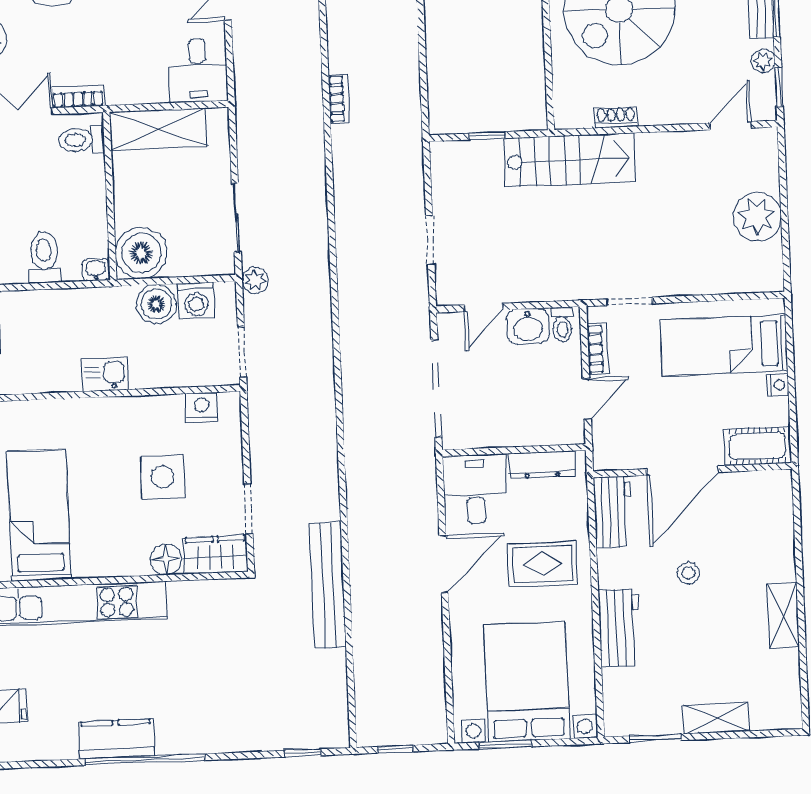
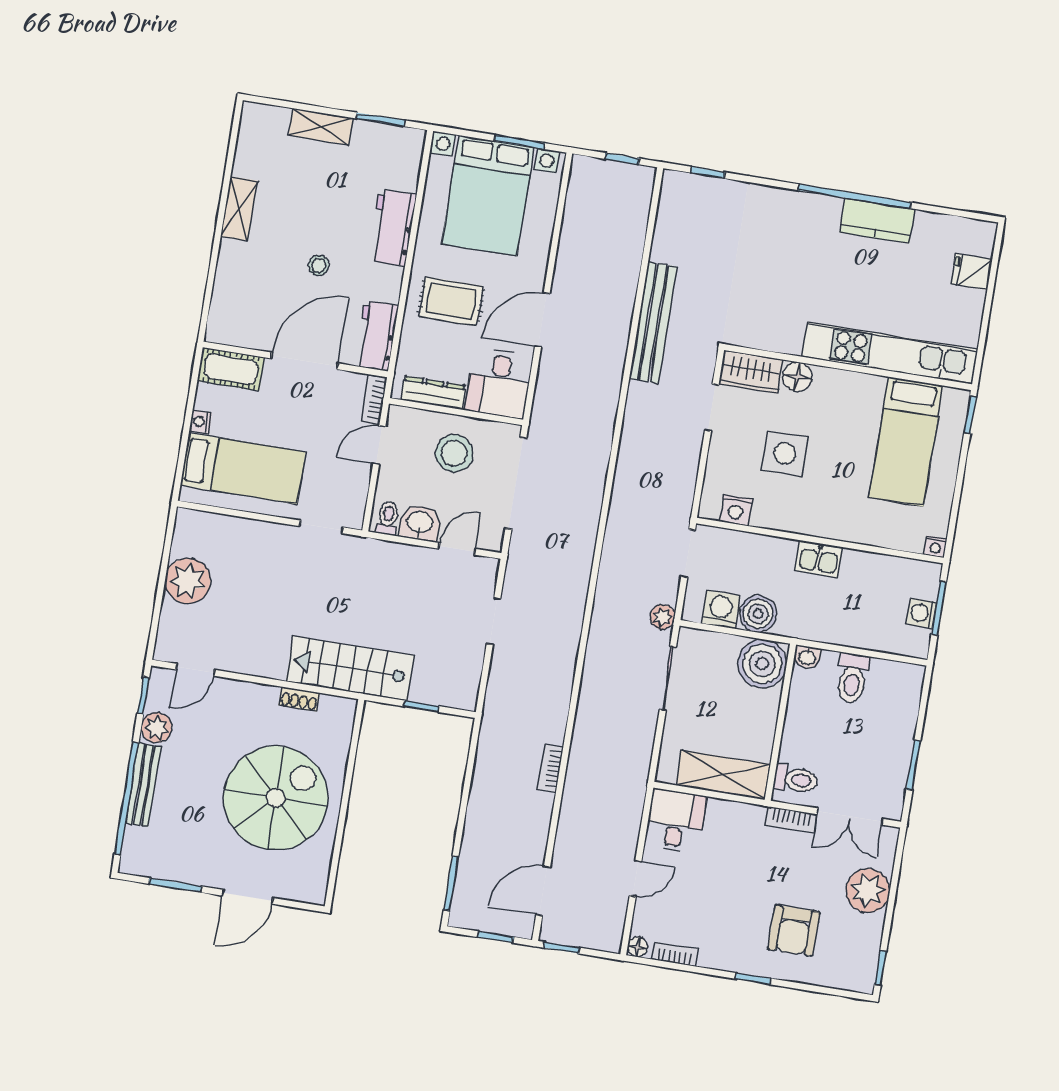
plant: (763, 61) -> (156, 728), width x1.38, depth x1.38
bookcase: (598, 349) -> (374, 399), moved
stool: (507, 406) -> (454, 453), added

